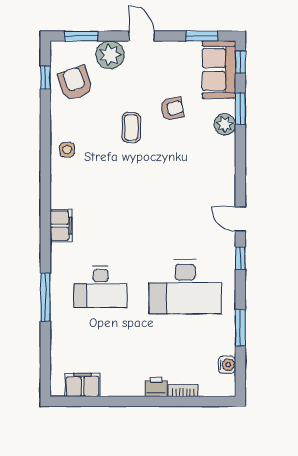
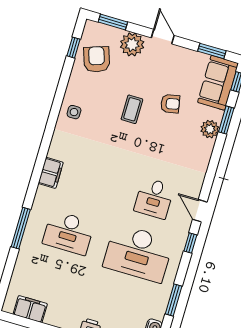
desk: (185, 220) -> (154, 198), added

